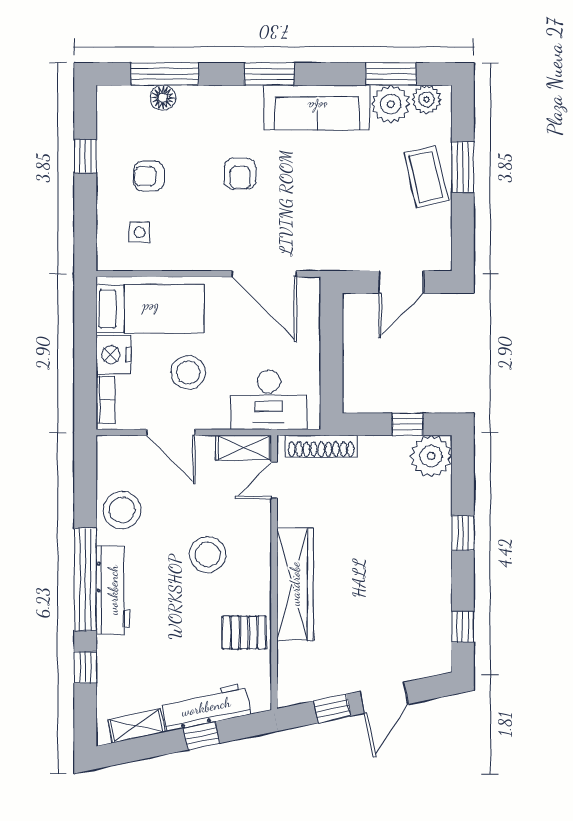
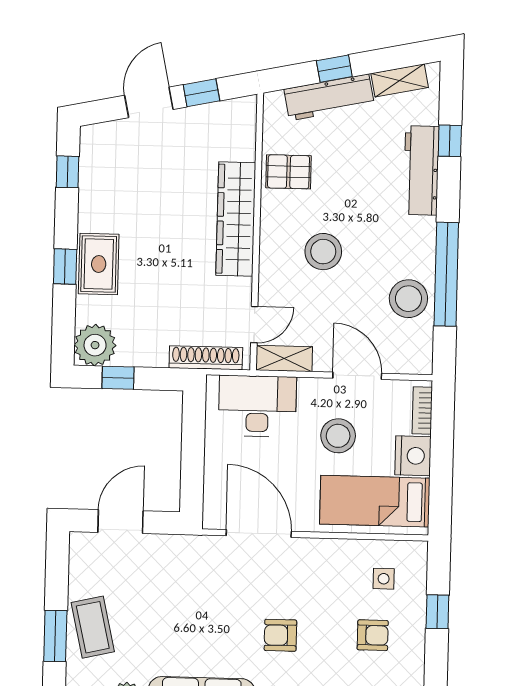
window: (85, 156) -> (437, 612), moved
armchair: (240, 174) -> (280, 635), turned -90
rug: (430, 536) -> (99, 264), added
window: (85, 579) -> (446, 274), moved
workbench: (113, 590) -> (421, 170), moved

